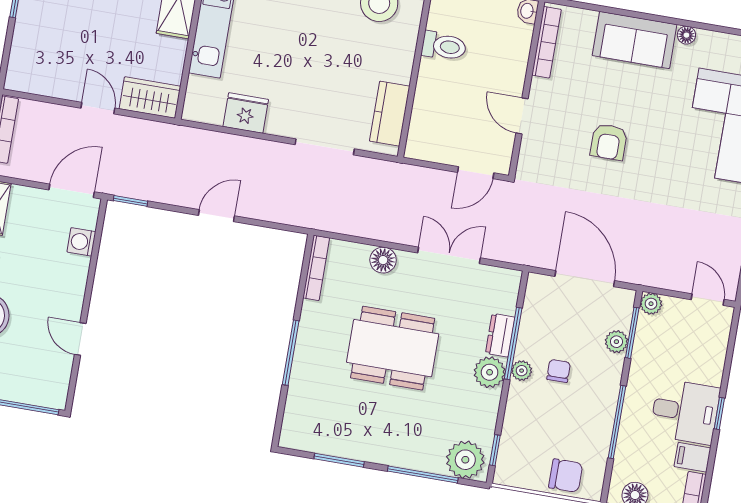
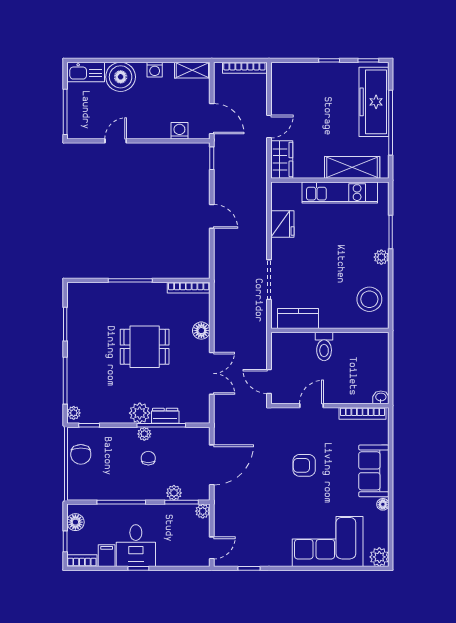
toilet: (444, 46) -> (324, 347), moved
dining table: (393, 348) -> (145, 347), width x0.73
chair: (559, 371) -> (148, 458), turned -90
plant: (465, 460) -> (74, 413), width x0.53, depth x0.53
chair: (566, 476) -> (81, 454), moved

